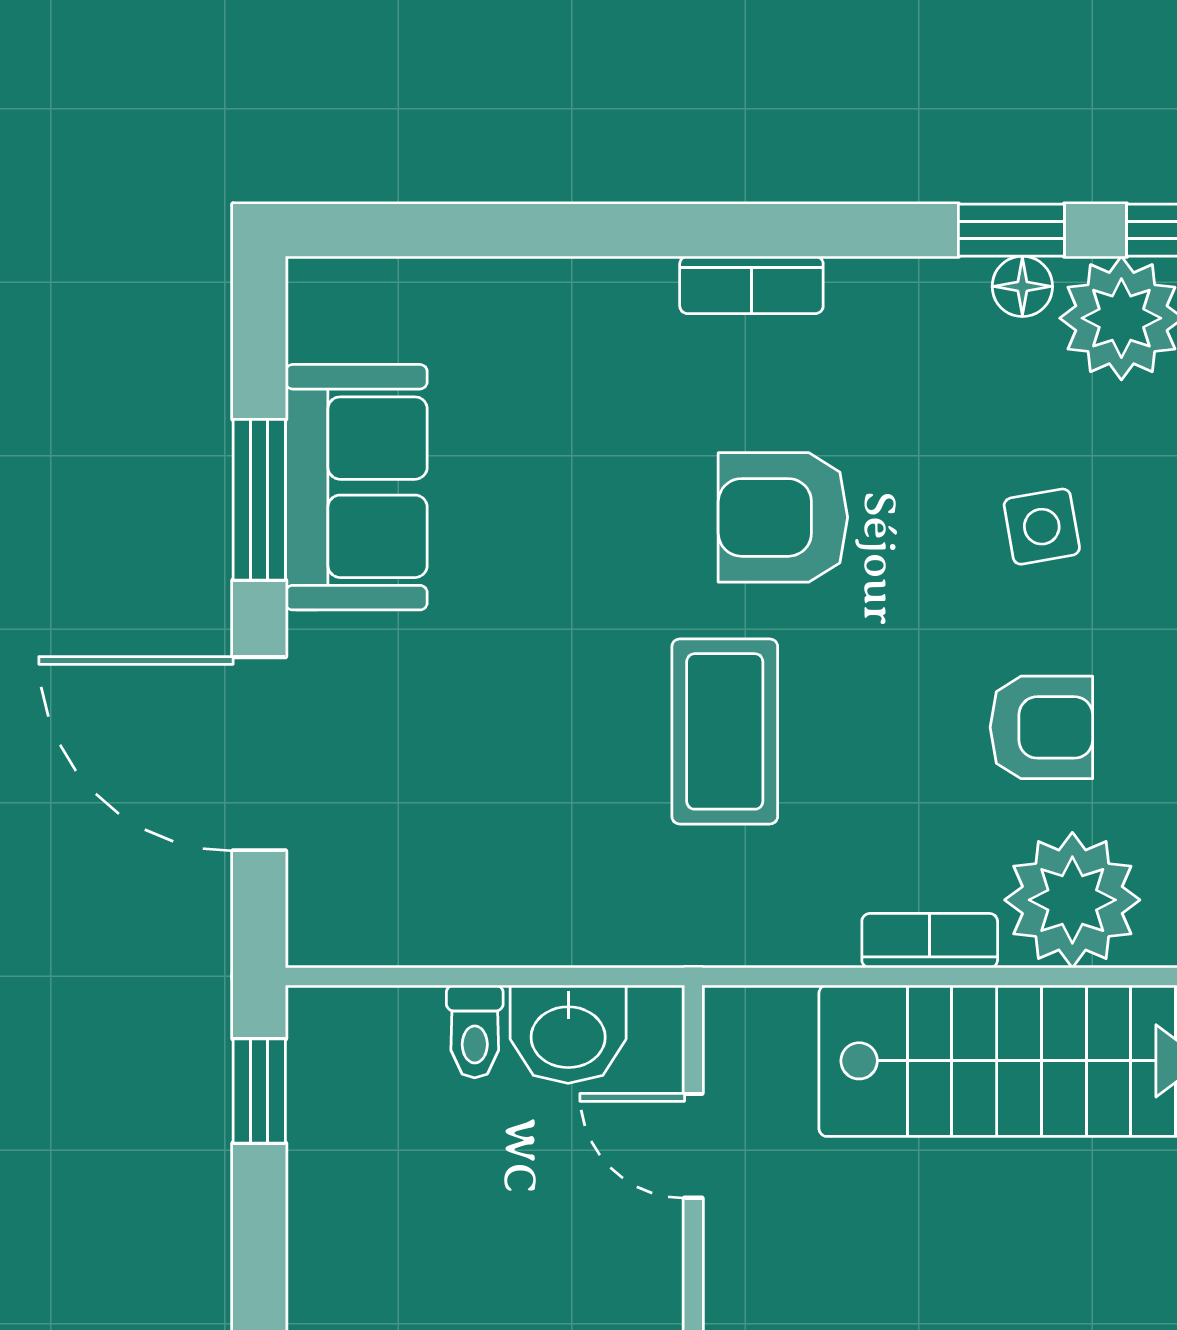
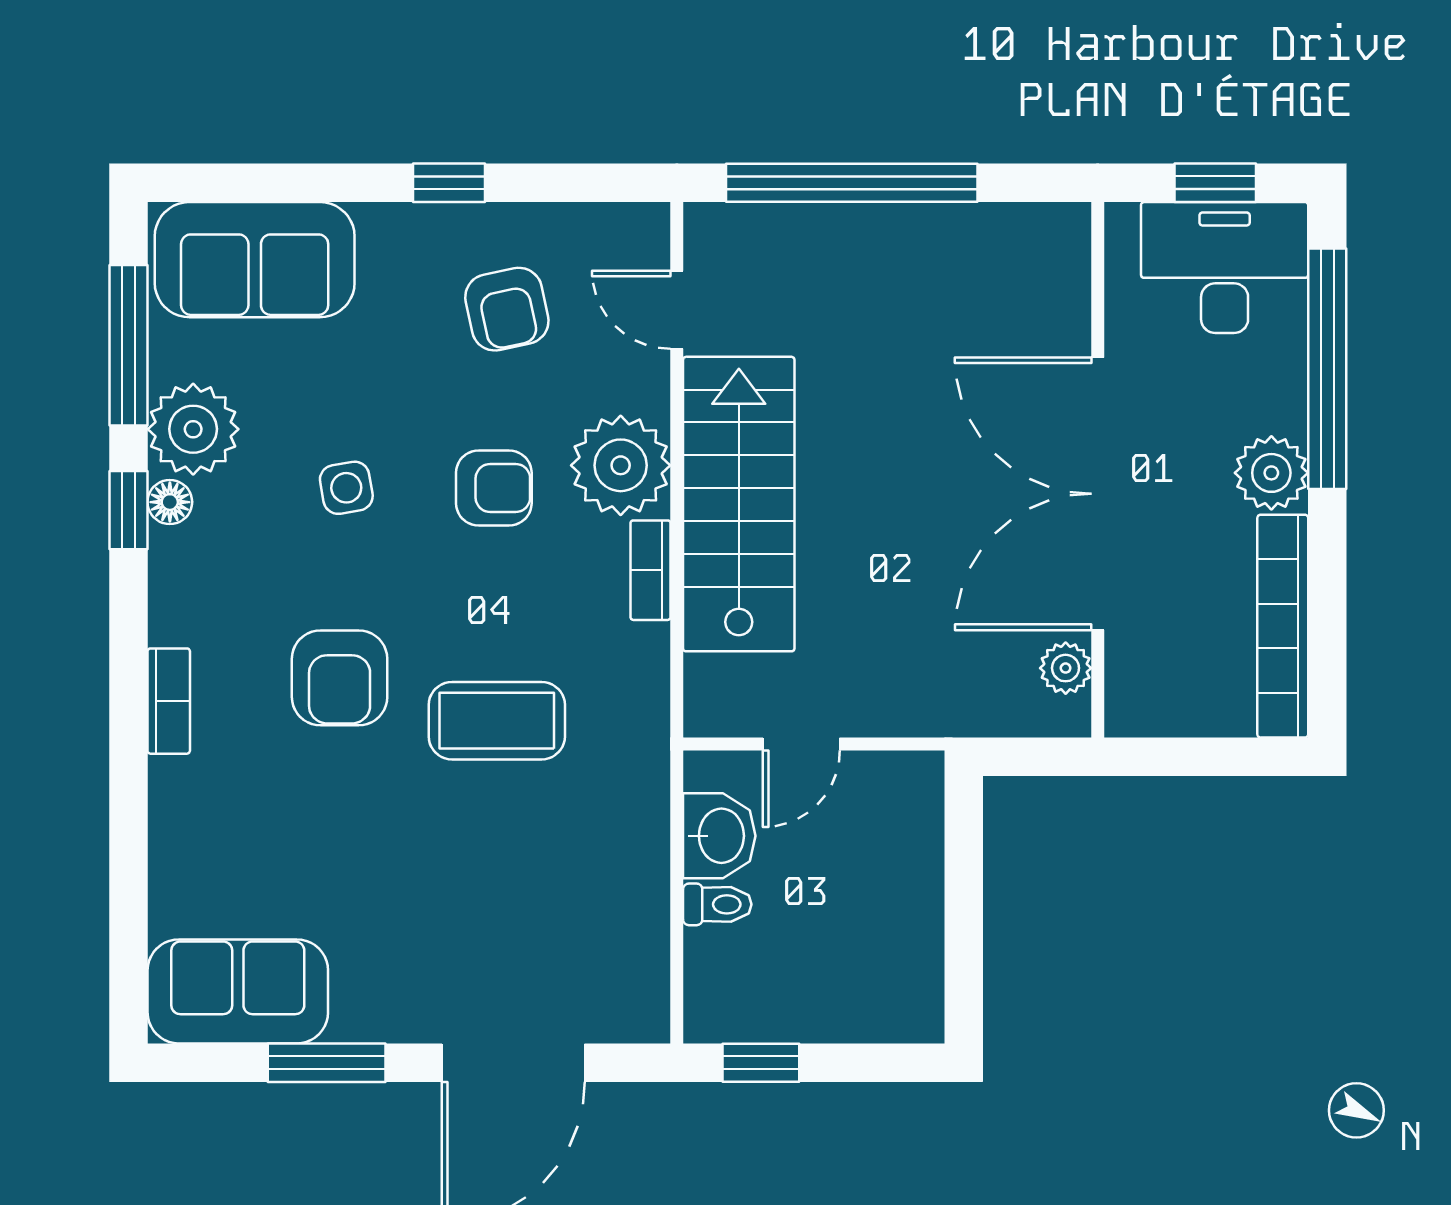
sofa: (356, 487) -> (238, 991), moved
armchair: (1041, 727) -> (494, 488), turned 90

